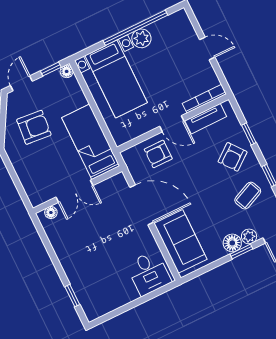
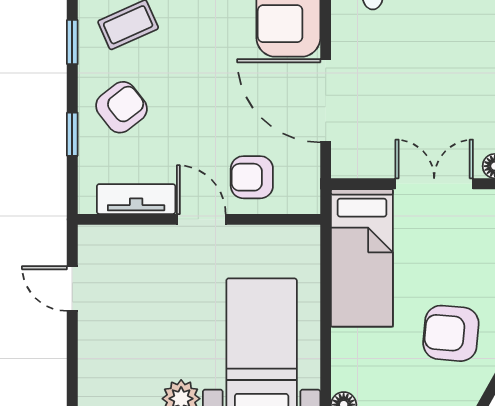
door: (207, 48) -> (72, 289), moved
bookcase: (204, 99) -> (121, 236), removed
armchair: (158, 154) -> (252, 177), turned 180

